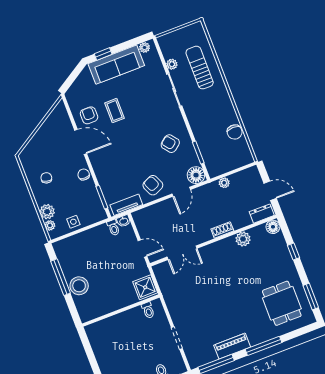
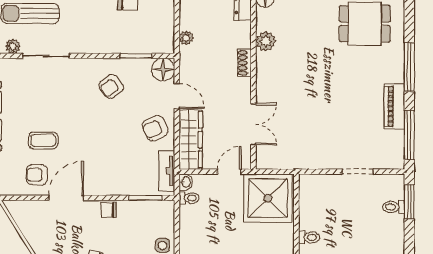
wardrobe: (155, 213) -> (191, 140), added
shower: (145, 287) -> (268, 198), width x1.86, depth x1.86
toilet: (148, 310) -> (309, 237), moved

